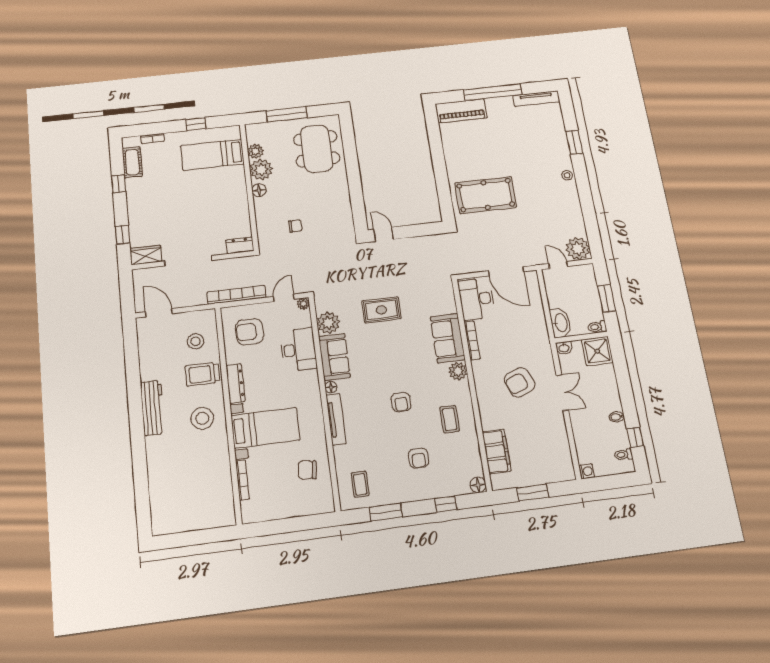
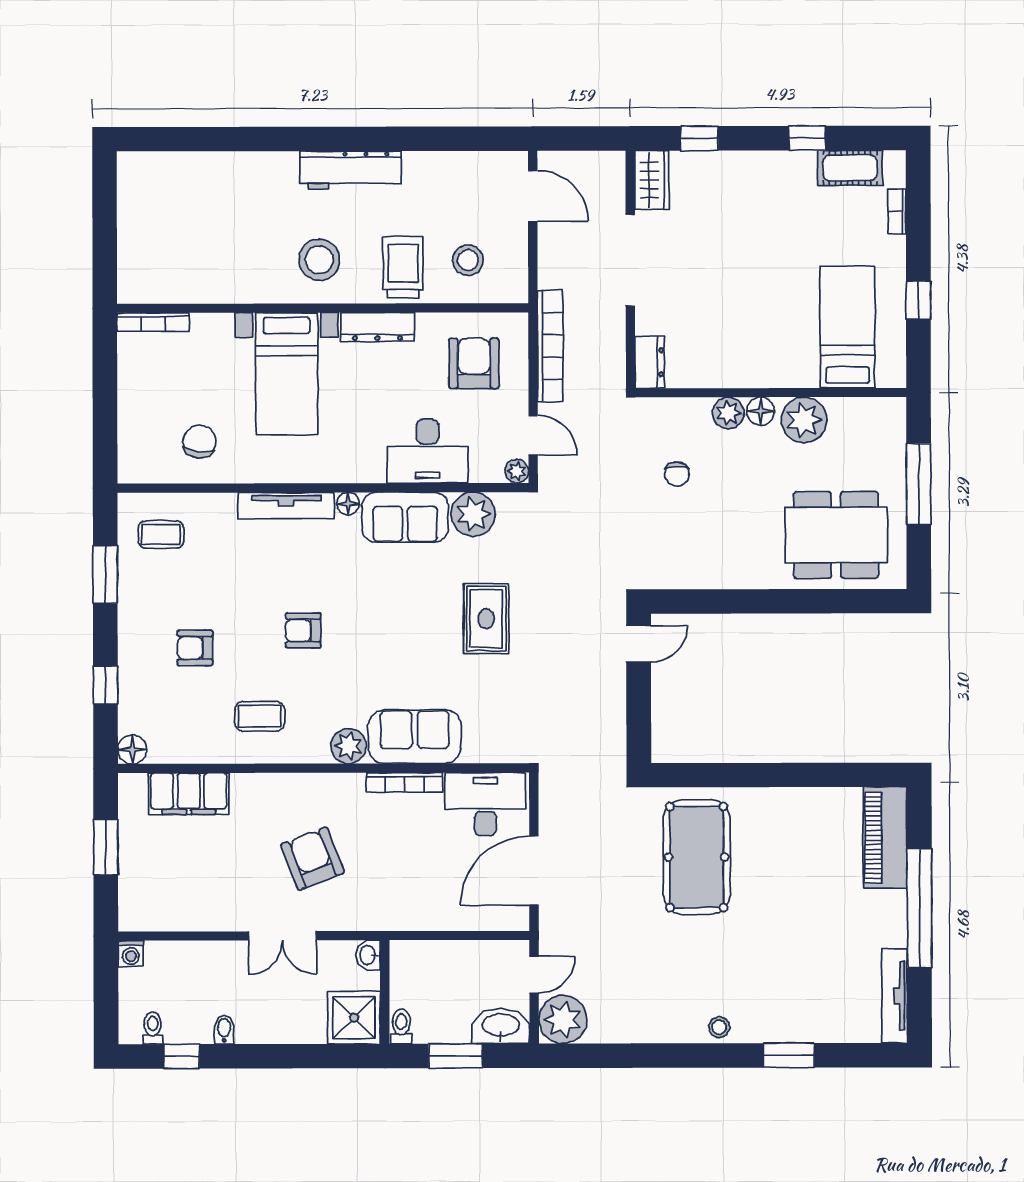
plant: (255, 151) -> (728, 413), moved
door: (159, 313) -> (533, 196), hinge flipped
washbasin: (561, 323) -> (501, 1026), moved, turned 180
bookcase: (242, 480) -> (153, 322), moved

